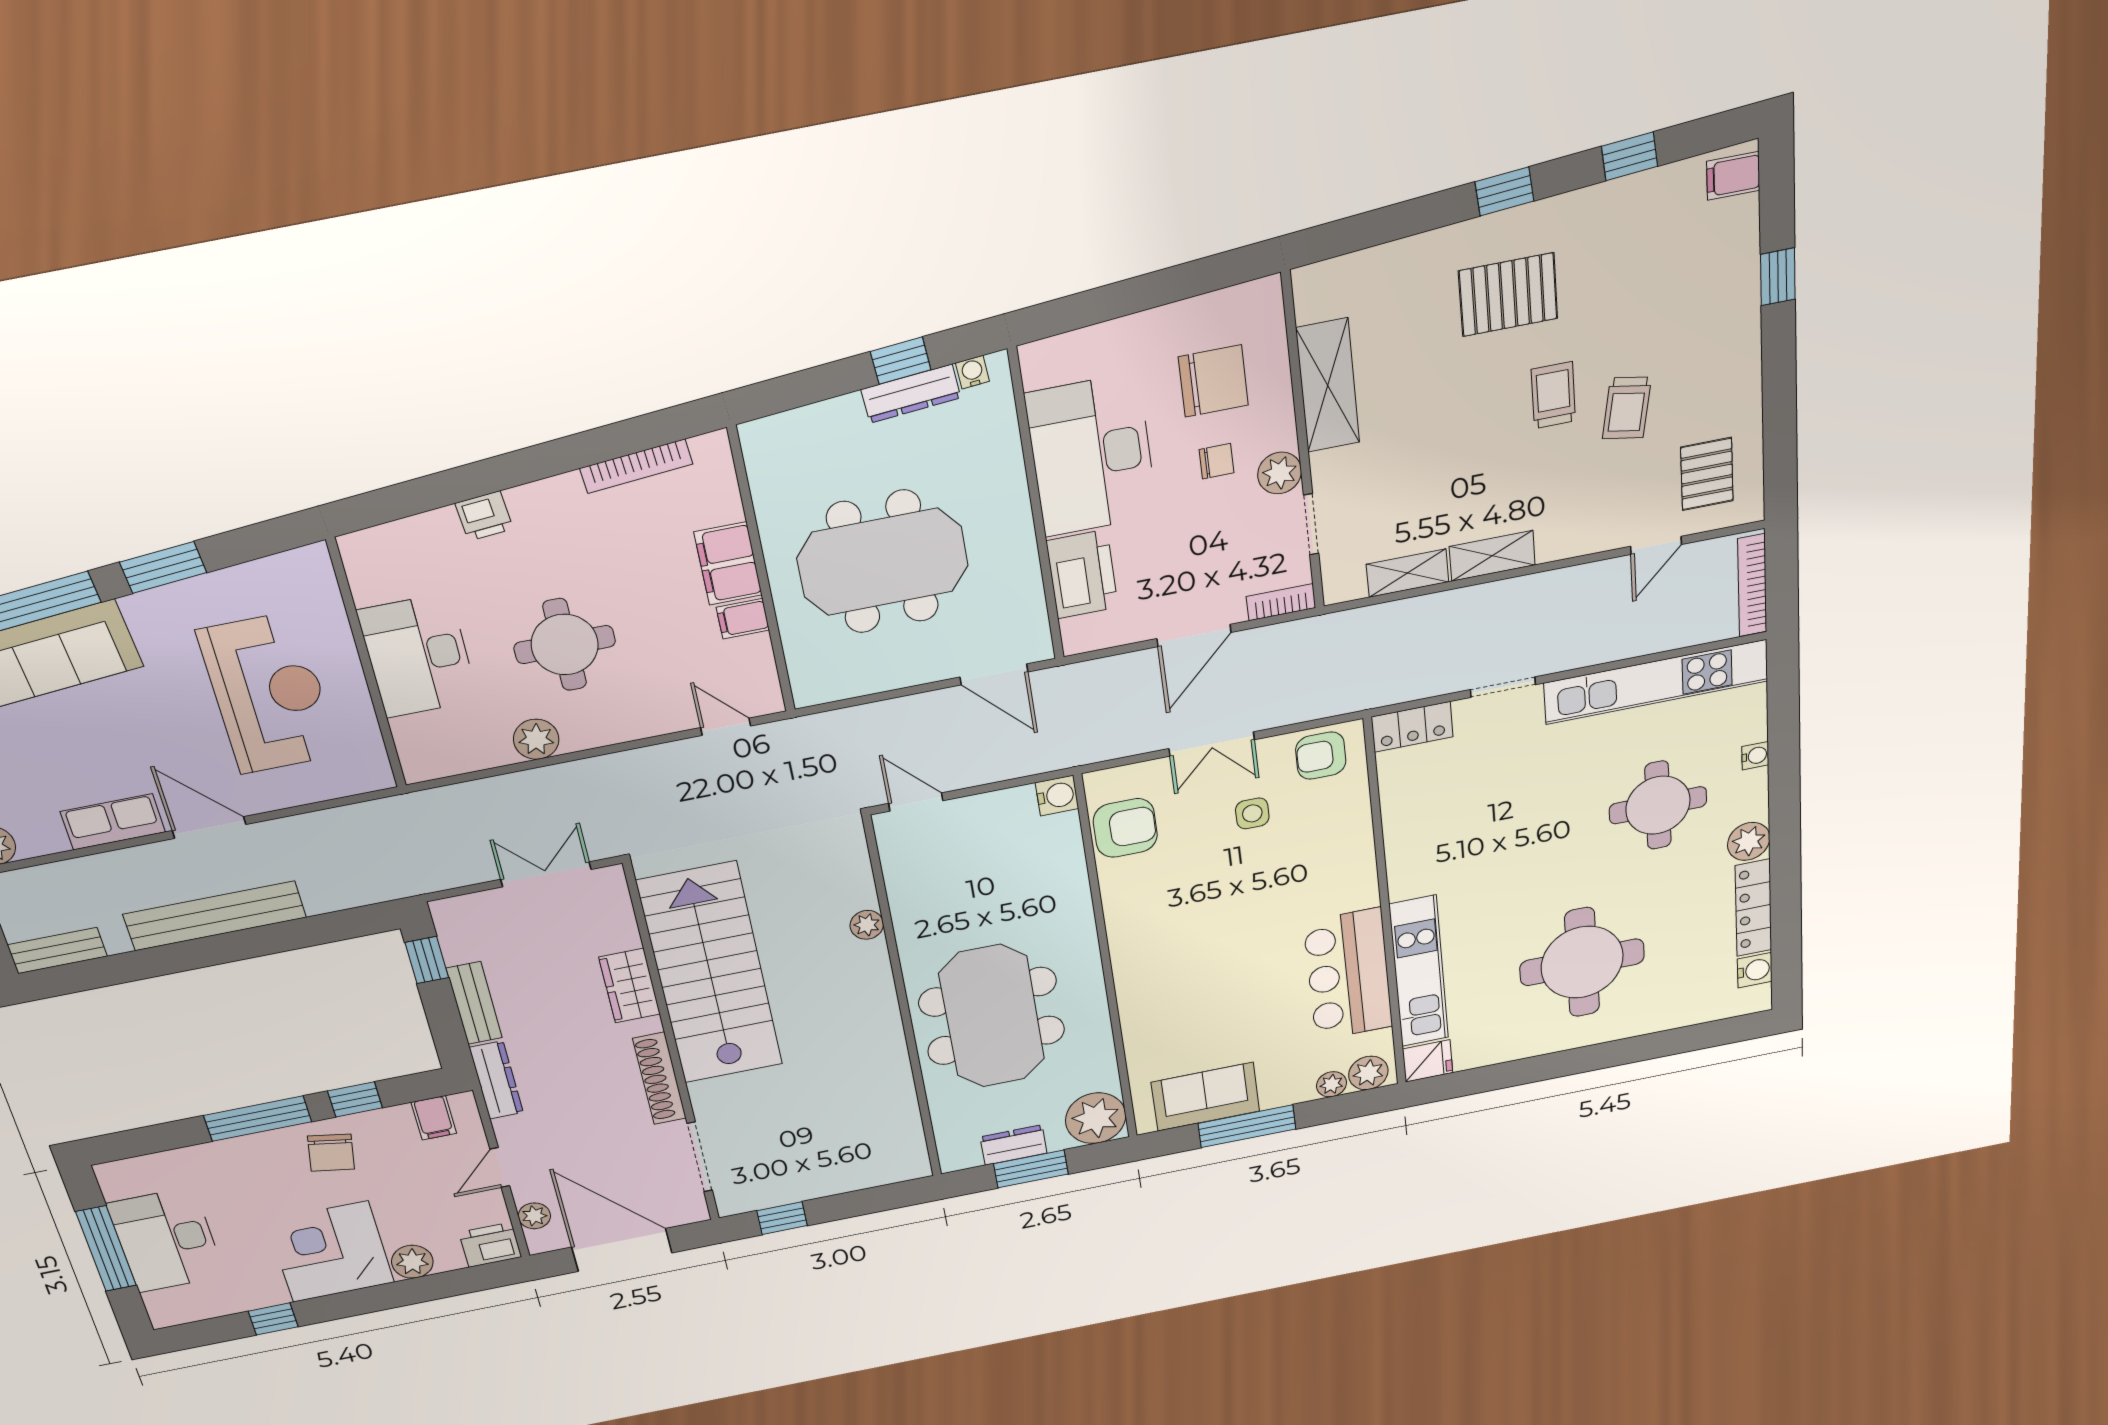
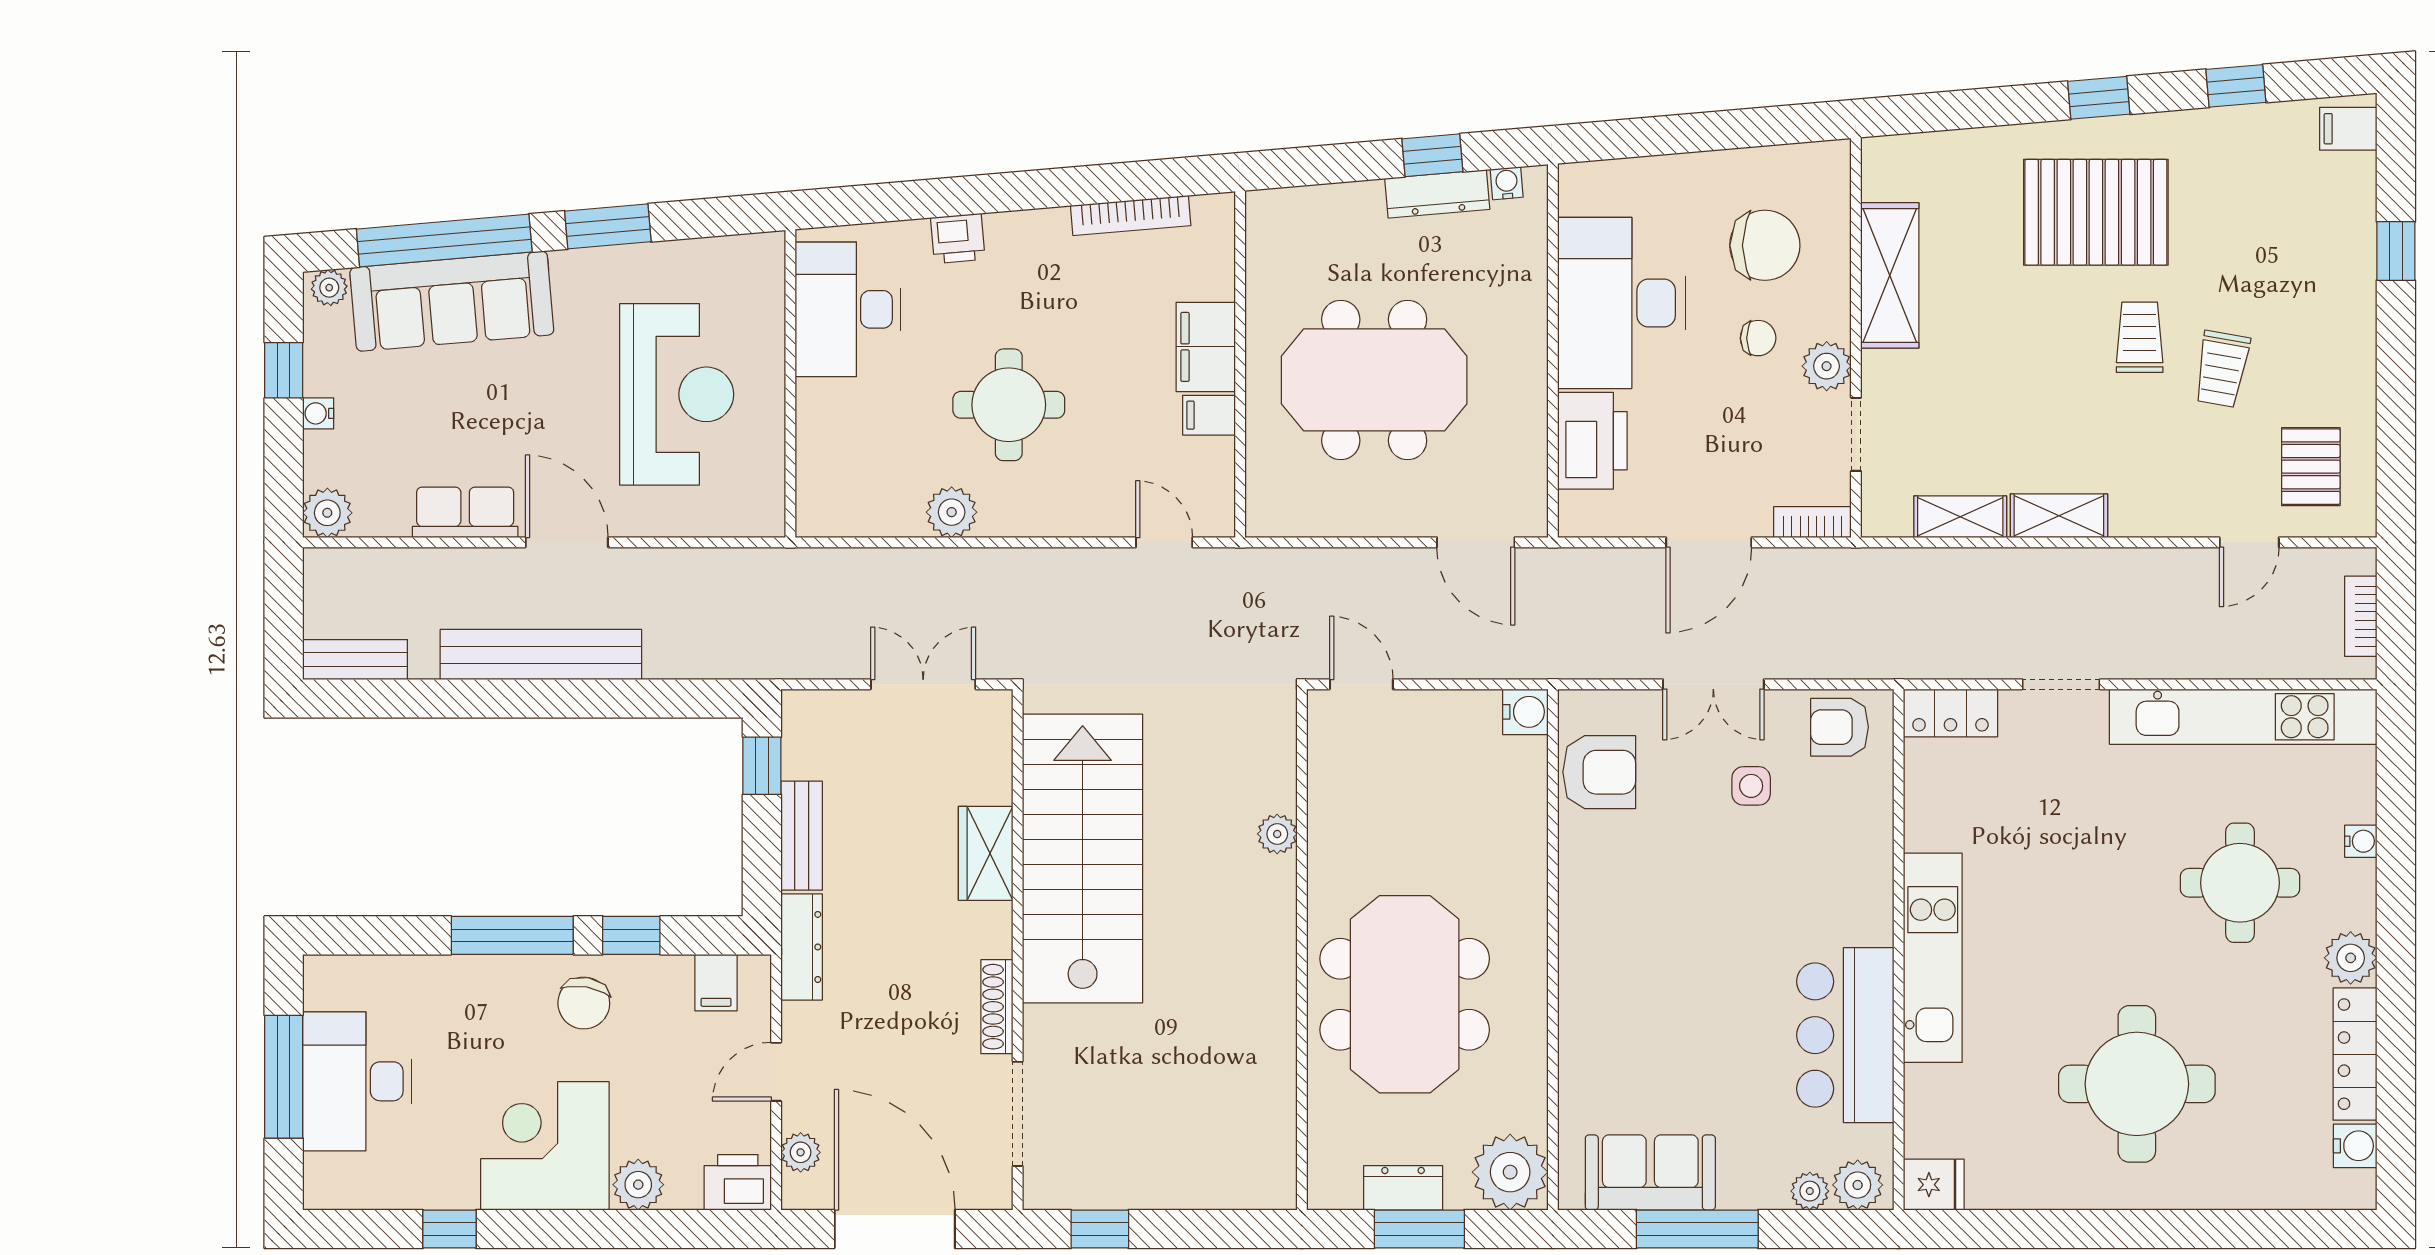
pallet: (1508, 295) -> (2096, 212), width x1.37, depth x1.41
bookcase: (1752, 585) -> (2361, 616), width x0.64
desk: (418, 656) -> (848, 309), moved
kitchen unit: (1419, 971) -> (1933, 958), moved
shoe rack: (659, 1078) -> (997, 1007), width x0.74, depth x0.81

